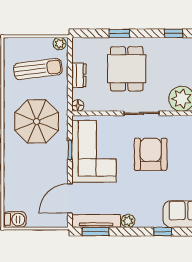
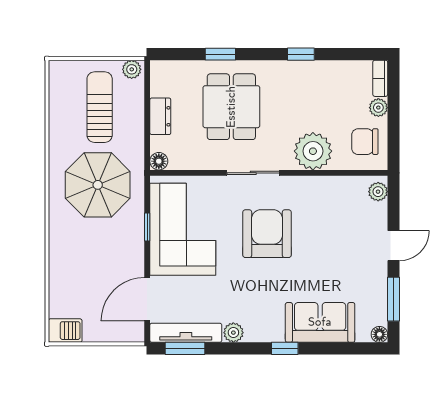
sun lounger: (38, 69) -> (100, 107), turned -83

